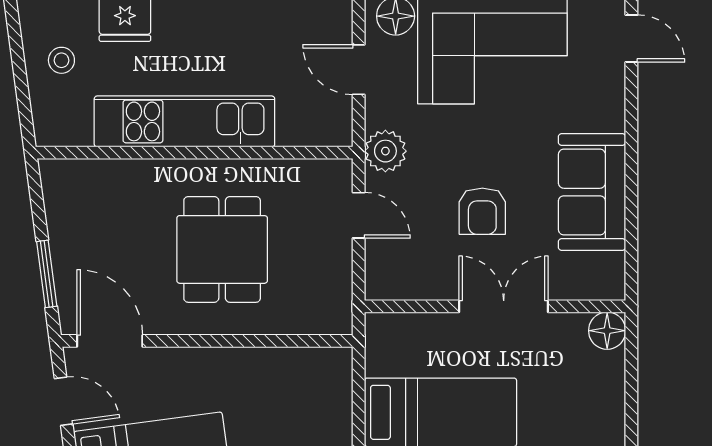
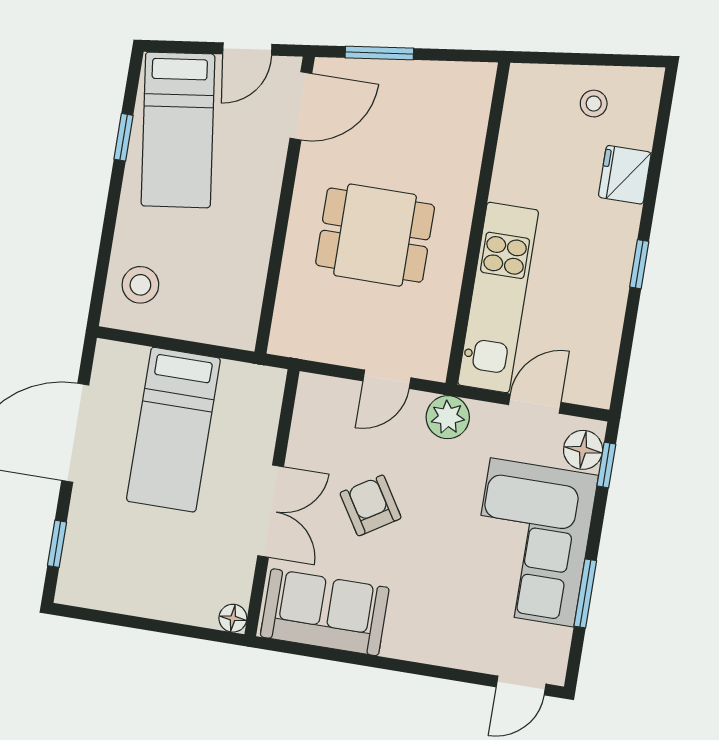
kitchen unit: (184, 121) -> (498, 297), moved
sofa: (592, 192) -> (325, 612), moved
armchair: (482, 211) -> (371, 505), turned 58
floor lamp: (607, 331) -> (233, 618), width x0.73, depth x0.73

